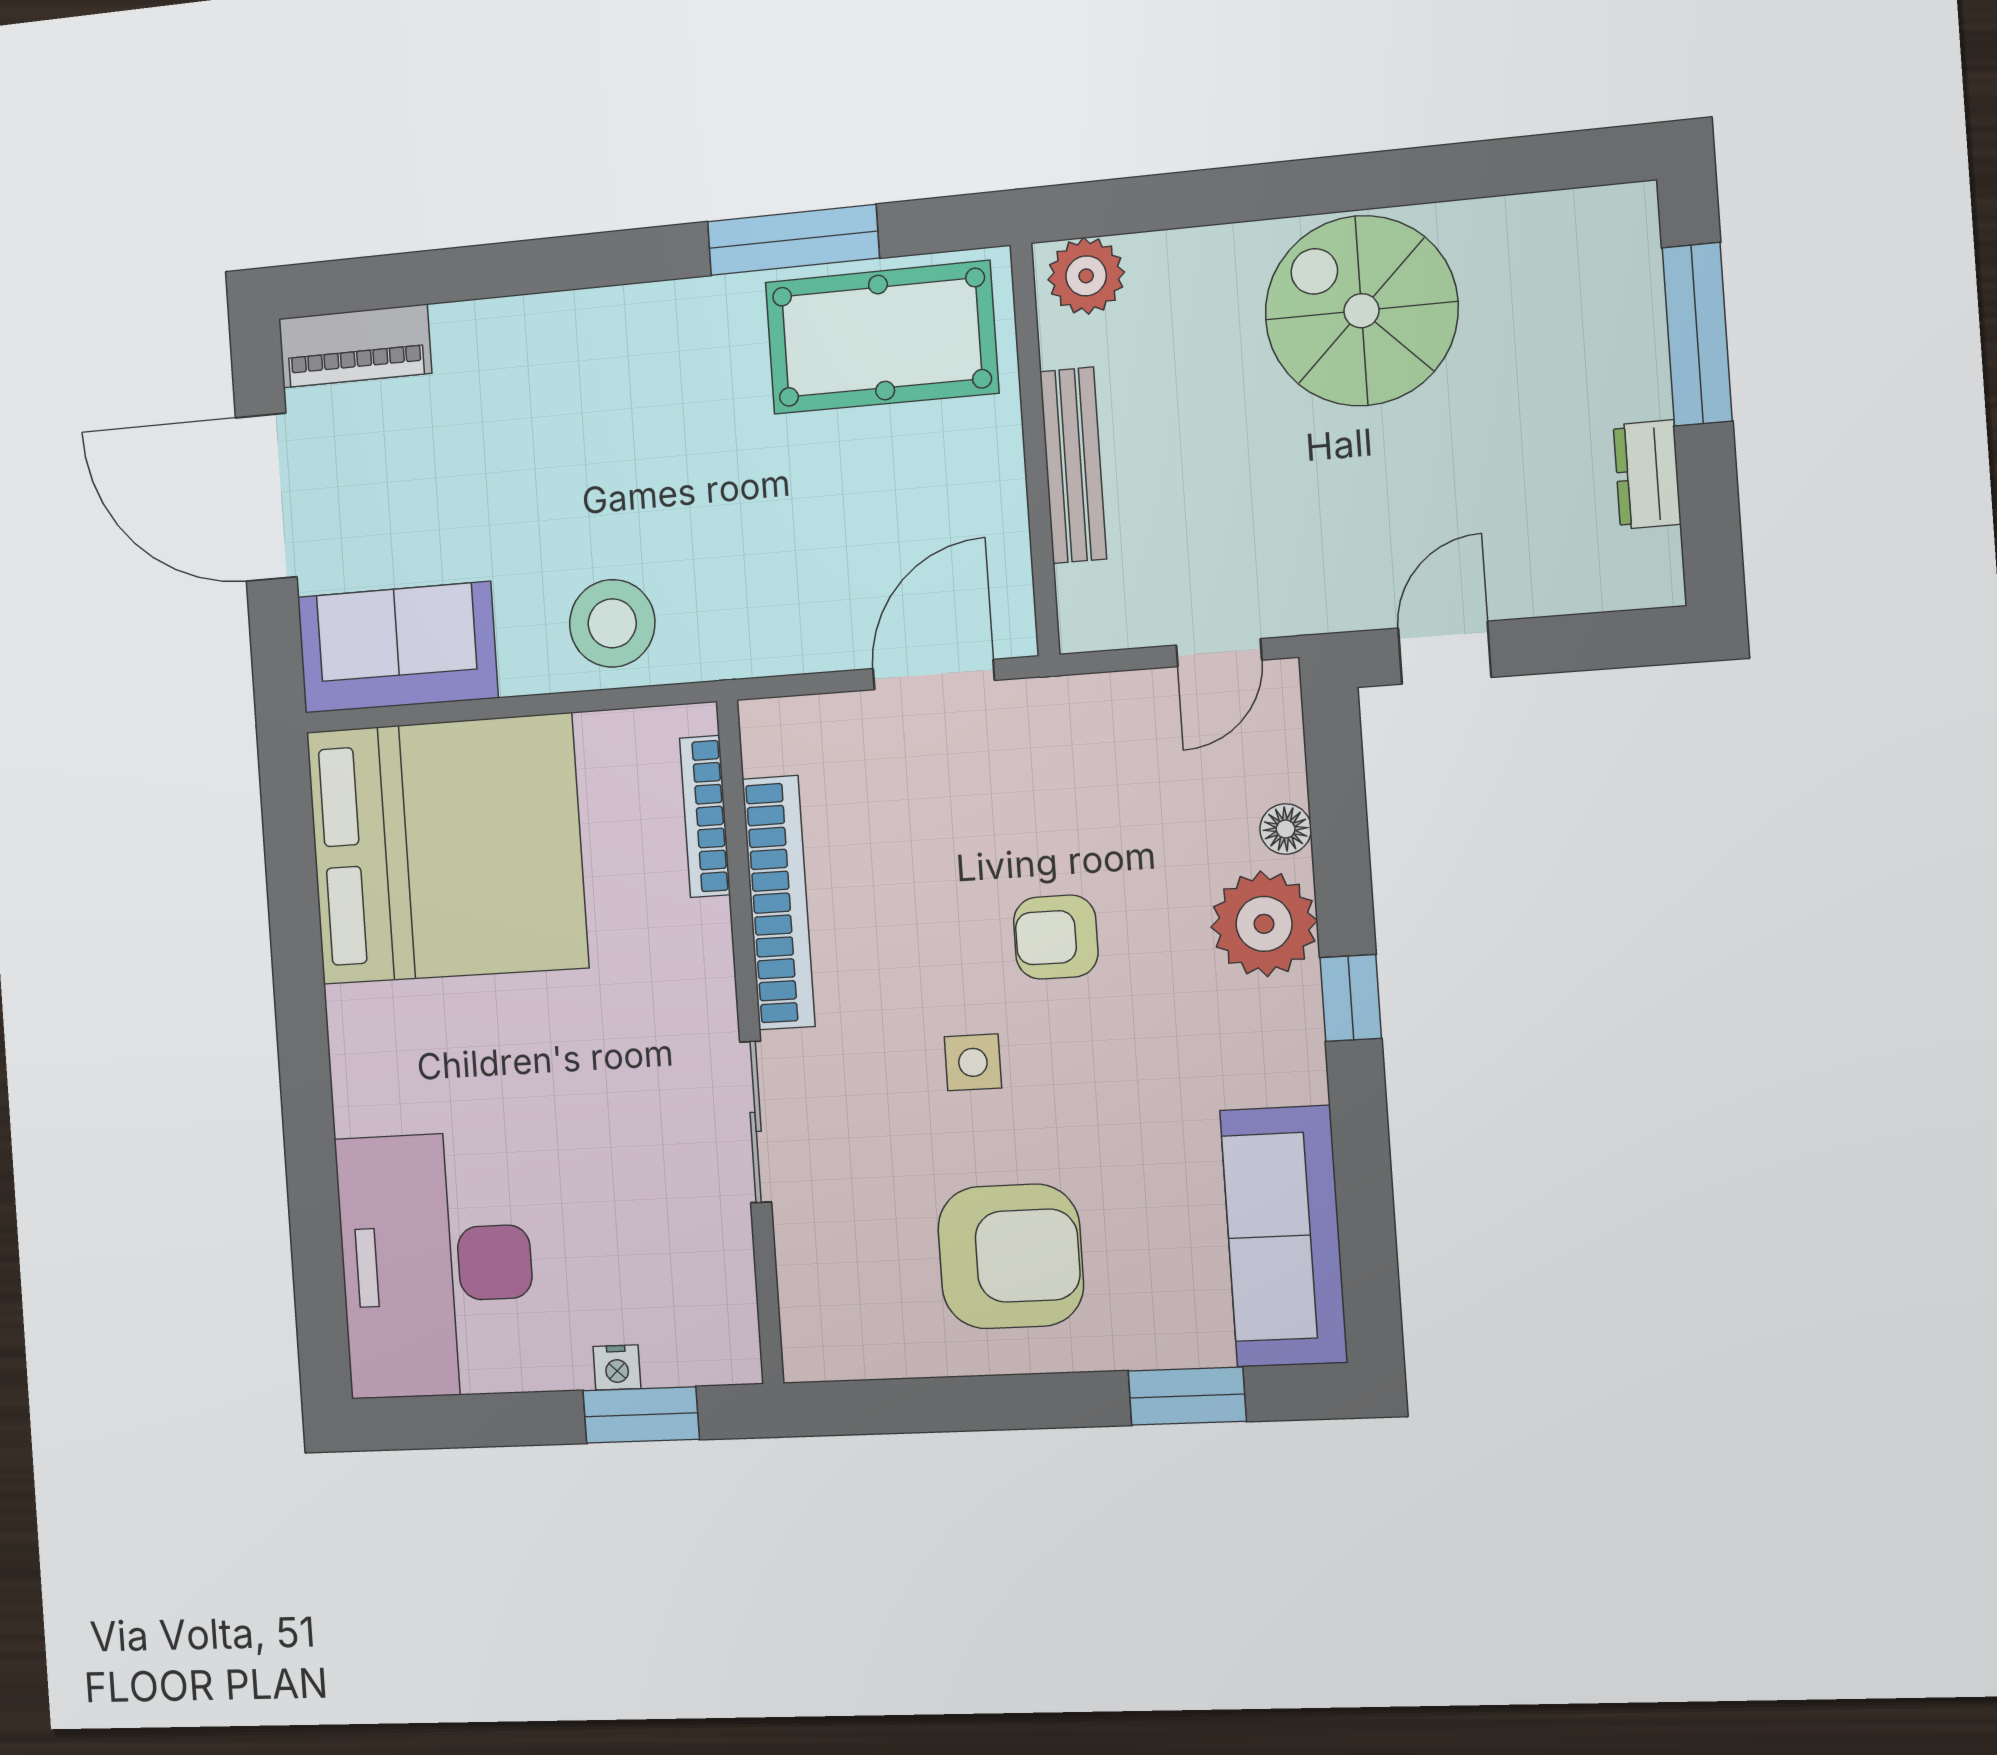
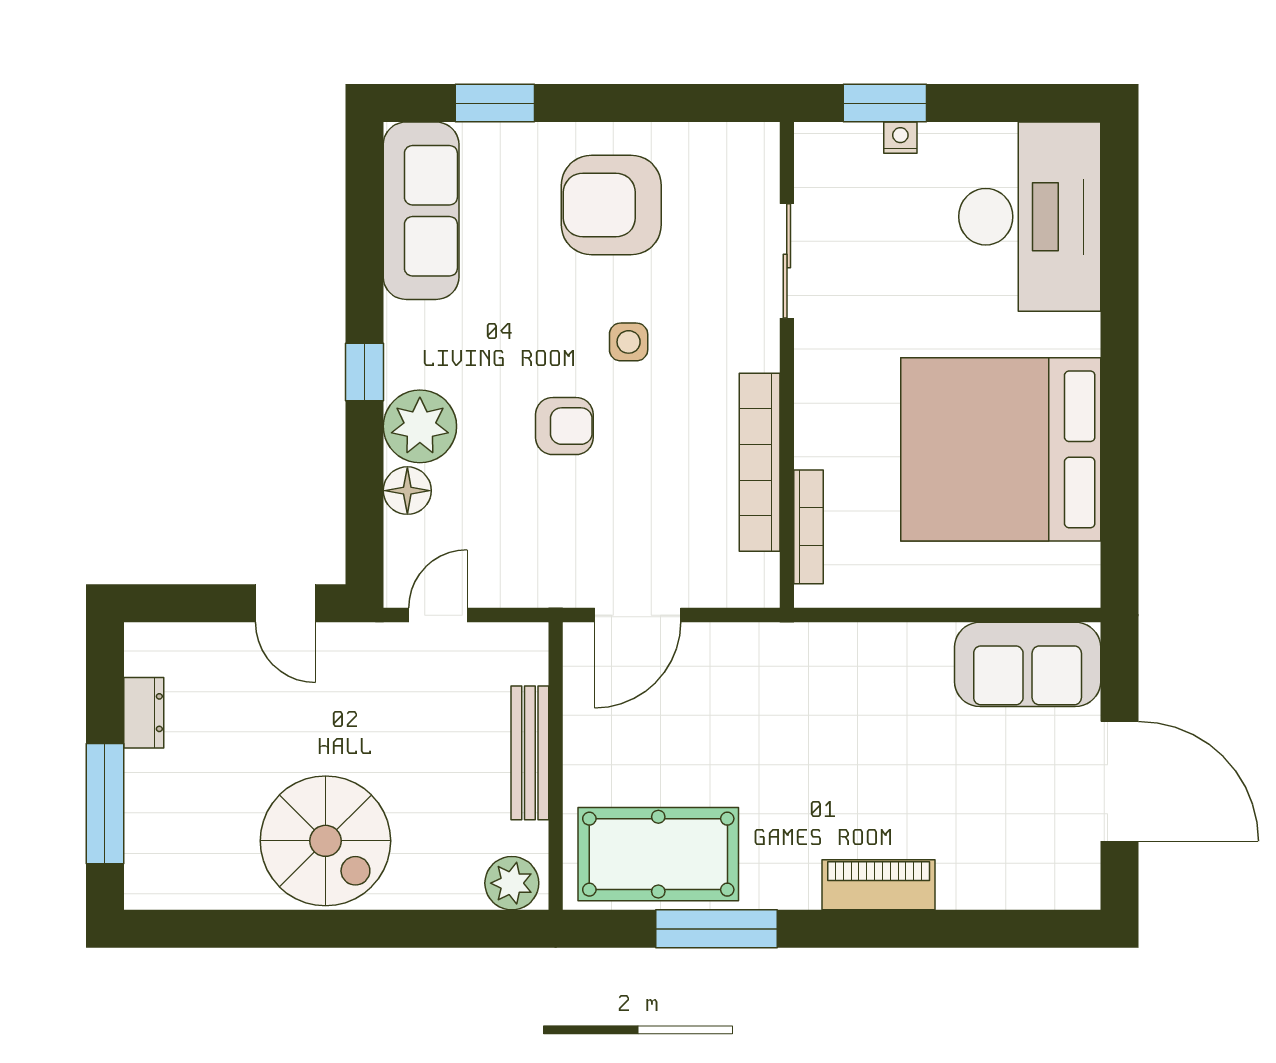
piano: (355, 346) -> (879, 885), moved
stool: (612, 623) -> (867, 669), removed
door: (1445, 653) -> (285, 603), hinge flipped
floor lamp: (1286, 829) -> (407, 491), width x1.37, depth x1.37
bed: (447, 849) -> (1001, 449), moved
sliding door: (756, 1122) -> (787, 261), moved

